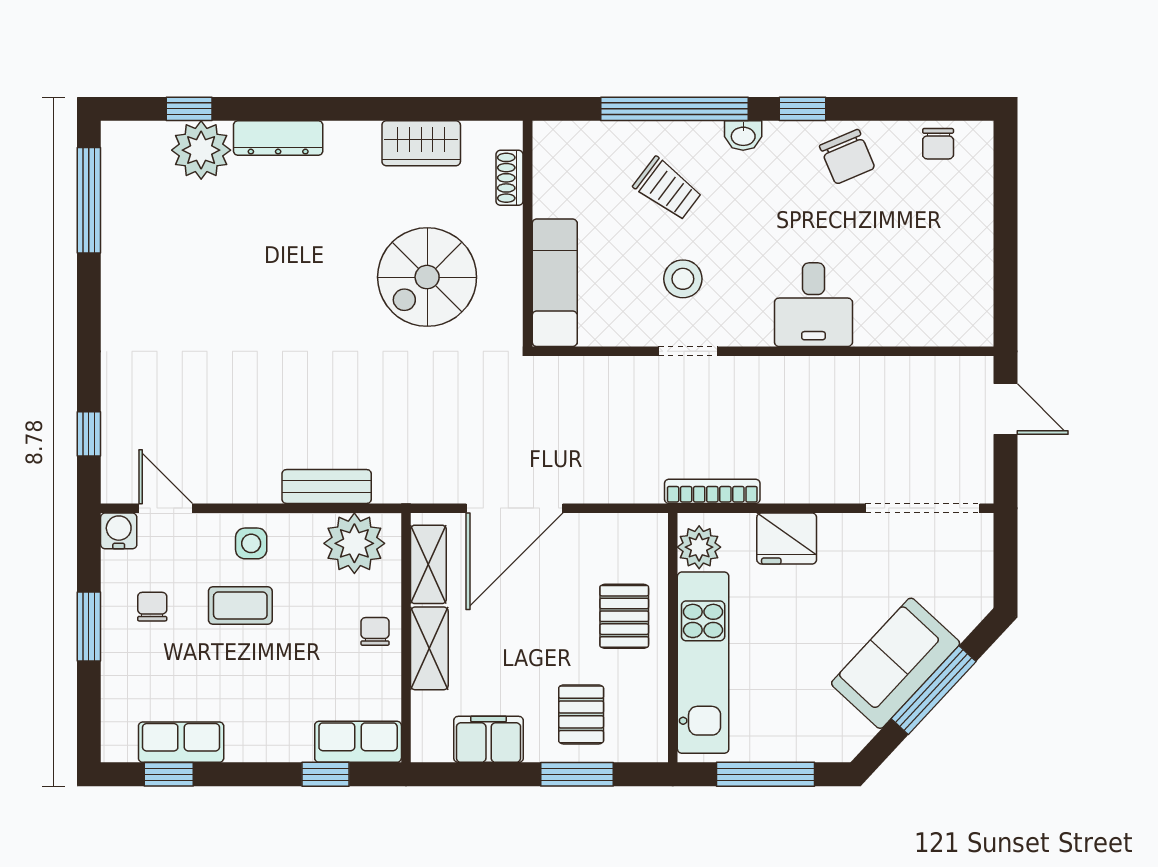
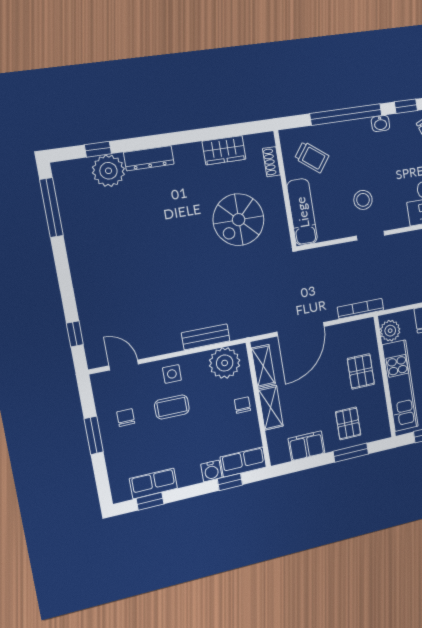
trolley: (668, 189) -> (312, 157), moved
bookcase: (712, 491) -> (360, 309), moved
water cooler: (119, 531) -> (211, 471), moved, turned 180

